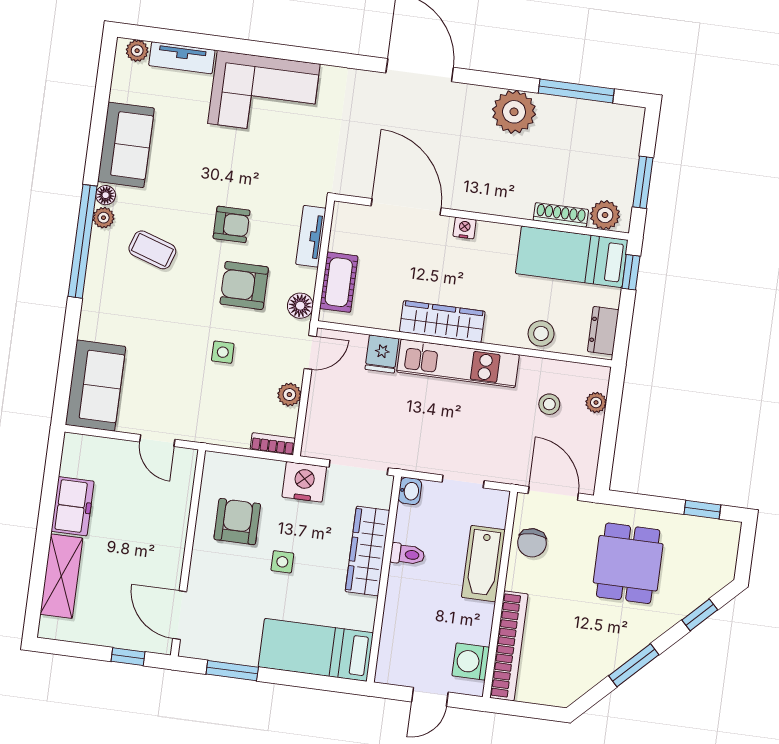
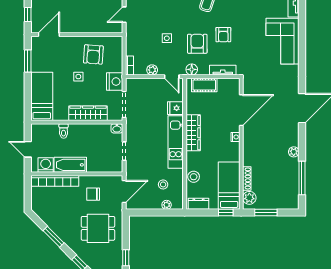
plant: (514, 112) -> (294, 152), width x0.53, depth x0.53
armchair: (237, 522) -> (93, 54), turned 94
chair: (532, 543) -> (93, 194), moved
toilet: (407, 554) -> (64, 131), moved
bathtub: (483, 564) -> (70, 165), moved

